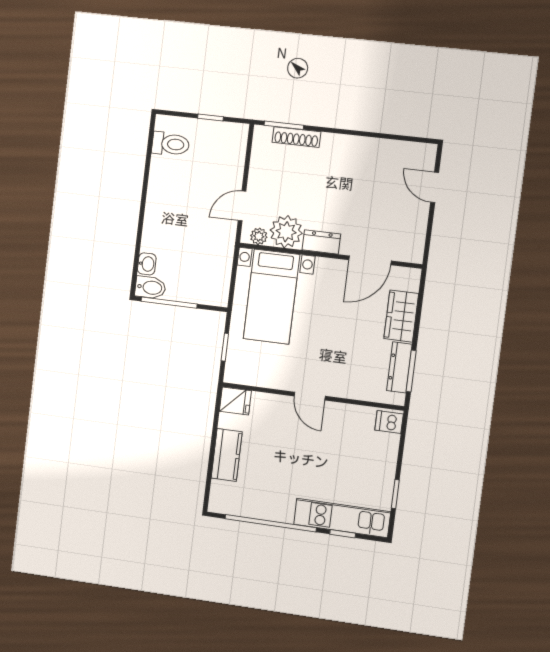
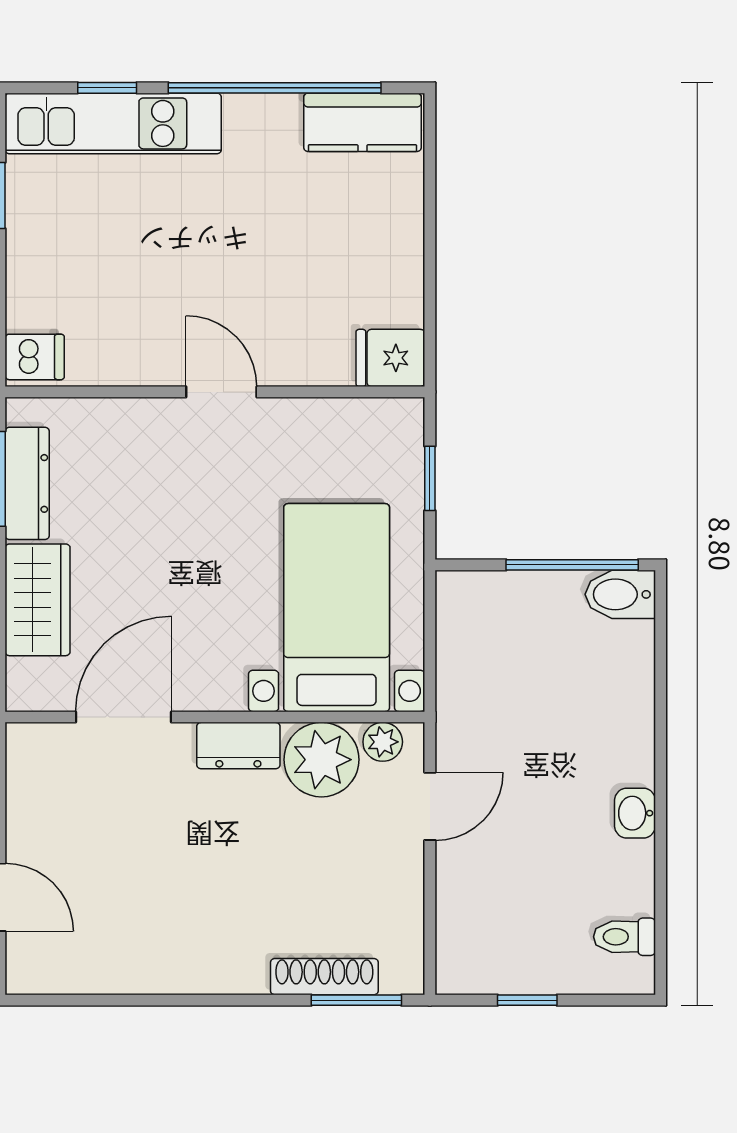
toilet: (171, 144) -> (624, 937), width x0.73, depth x0.72
washbasin: (147, 264) -> (635, 813), moved
kitchen counter: (227, 455) -> (362, 122), moved, turned -90

